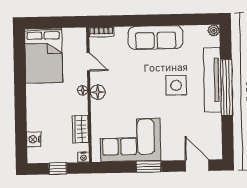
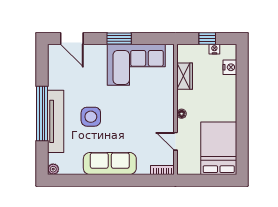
floor lamp: (98, 92) -> (167, 112), removed
nightstand: (83, 157) -> (214, 49), moved

